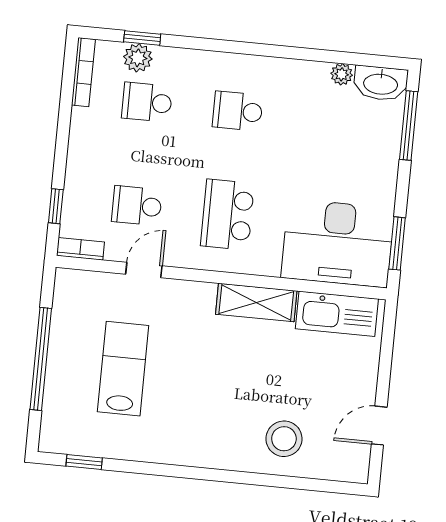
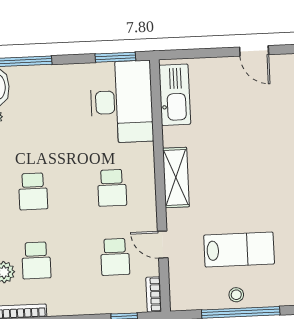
school desk: (227, 215) -> (112, 188), width x0.54
shelving: (256, 302) -> (176, 177), moved
lab bench: (123, 369) -> (239, 250), turned 180
stool: (284, 439) -> (236, 295), moved, width x0.53, depth x0.53

